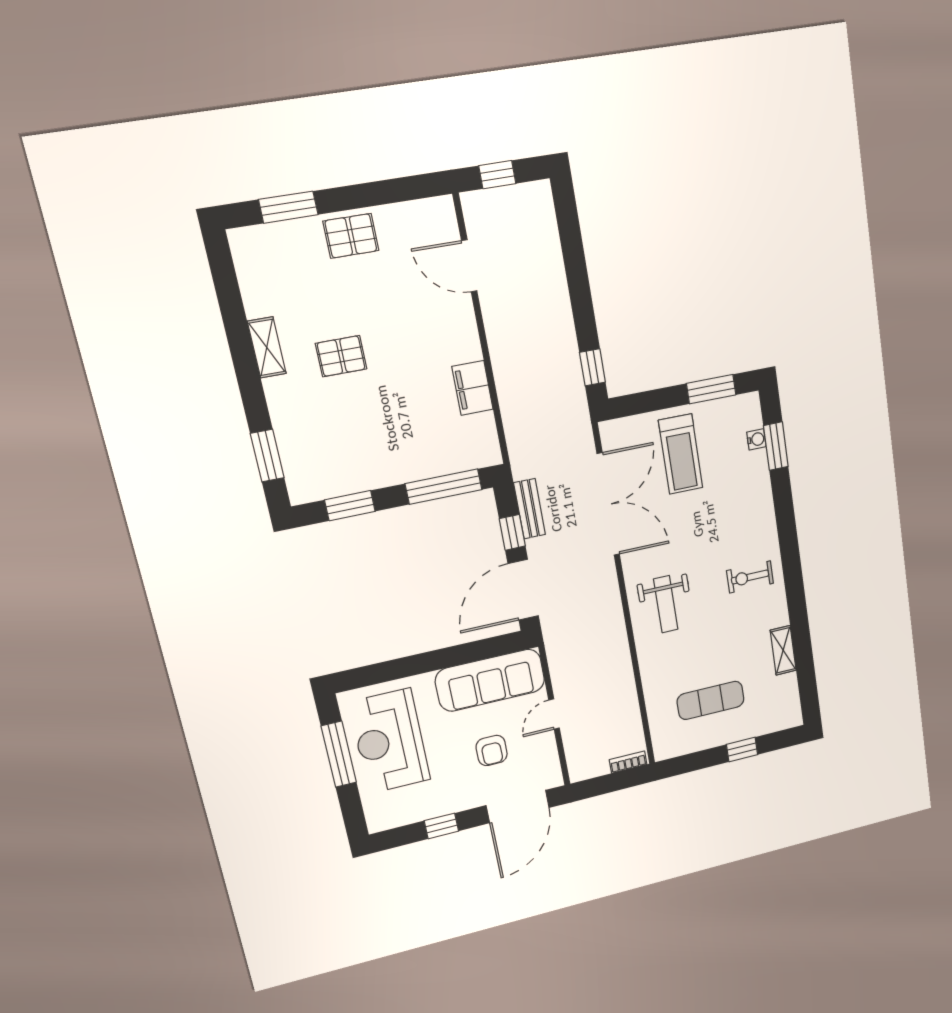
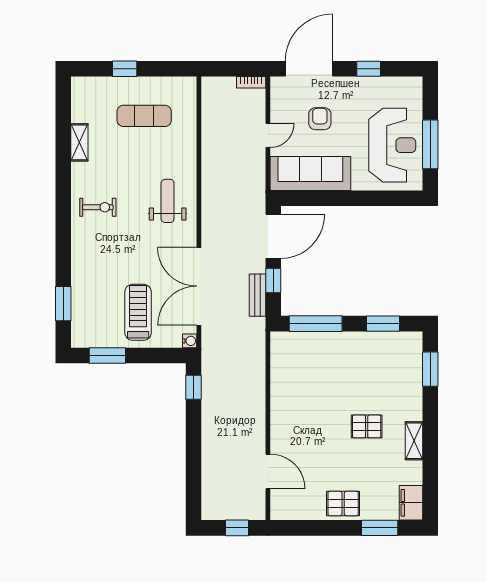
filing cabinet: (472, 388) -> (411, 503), moved, turned 180
water cooler: (756, 439) -> (190, 341), moved, turned 180
bookcase: (628, 762) -> (251, 82), moved

